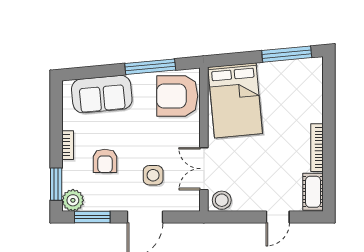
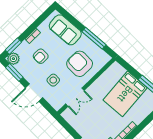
armchair: (177, 96) -> (80, 64), moved
bed: (235, 100) -> (125, 94), moved
double door: (204, 169) -> (75, 97), swing flipped
stool: (222, 200) -> (69, 116), removed

